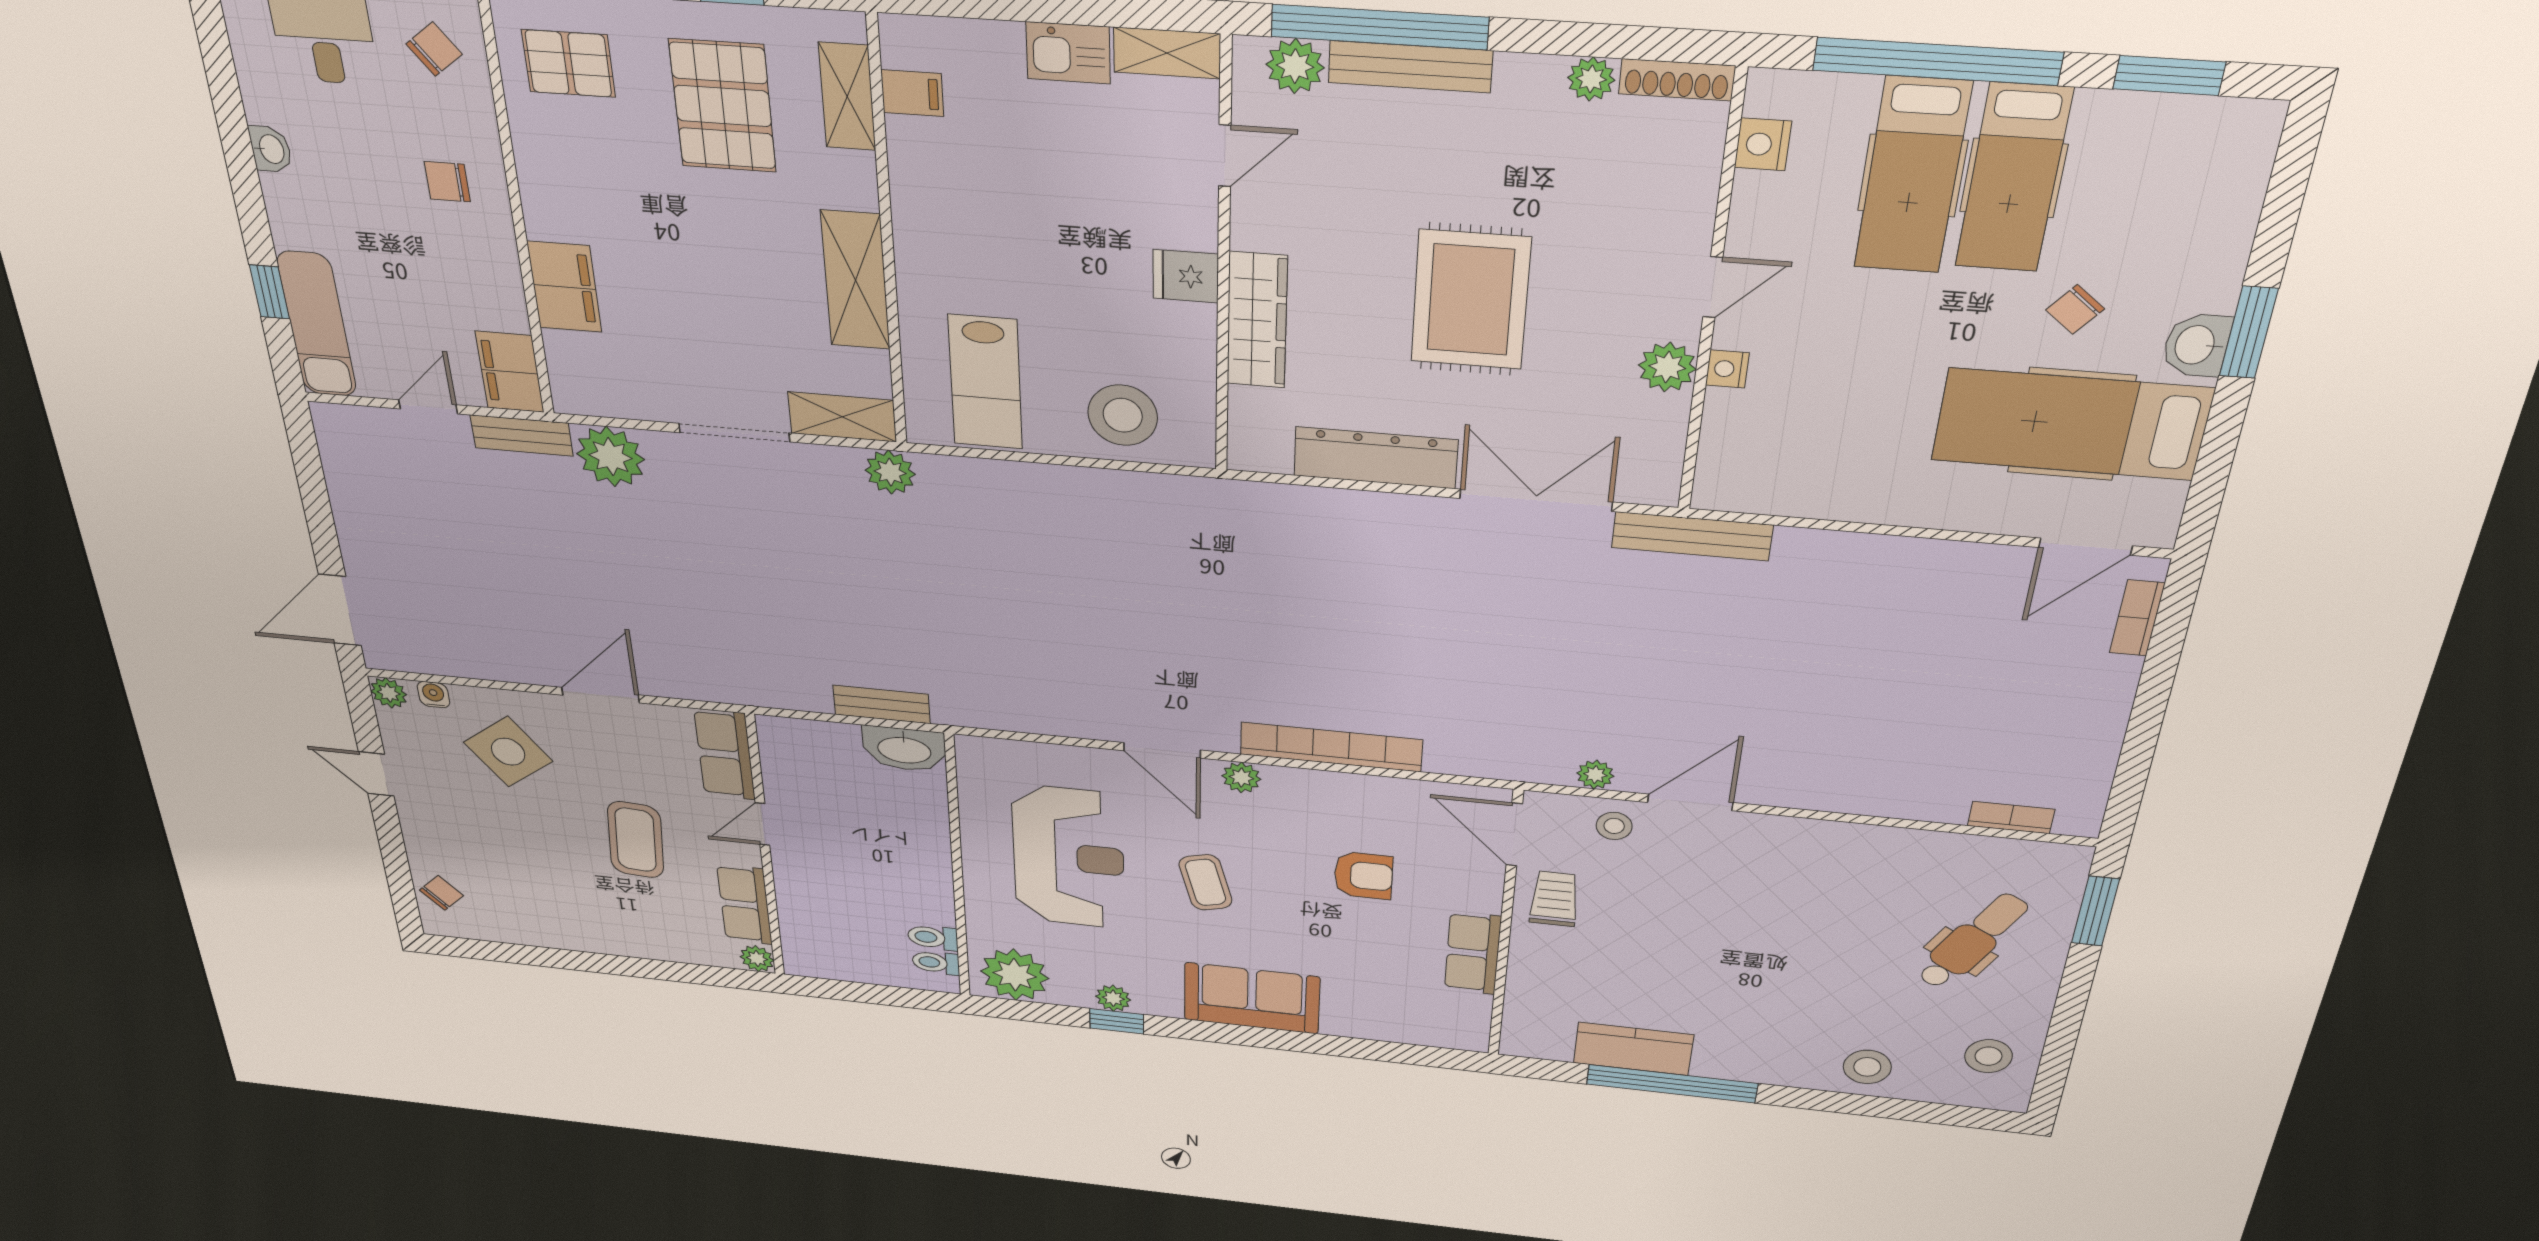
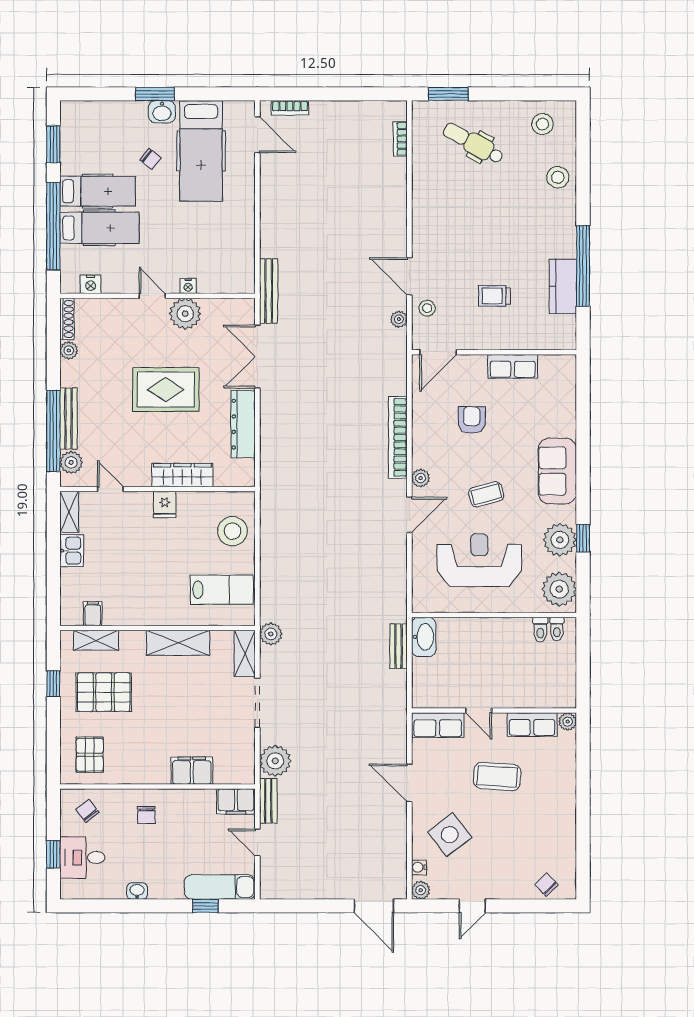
plant: (1667, 367) -> (185, 314), width x1.36, depth x1.36
trolley: (1554, 899) -> (494, 296), moved
plant: (1113, 998) -> (560, 540), width x1.88, depth x1.88

